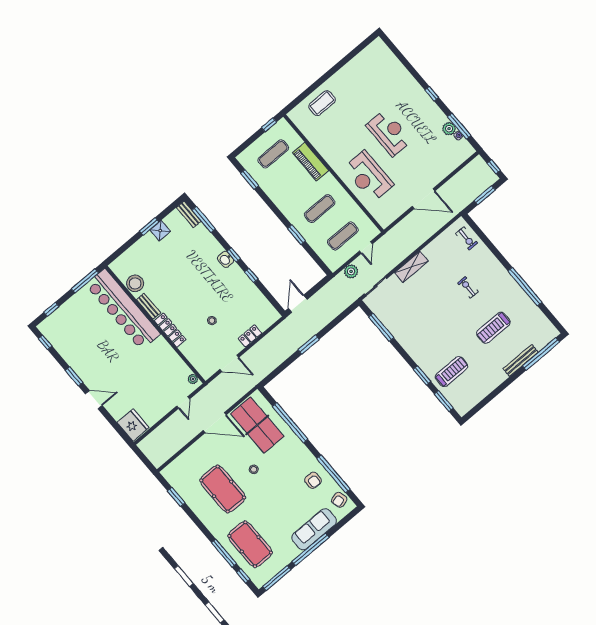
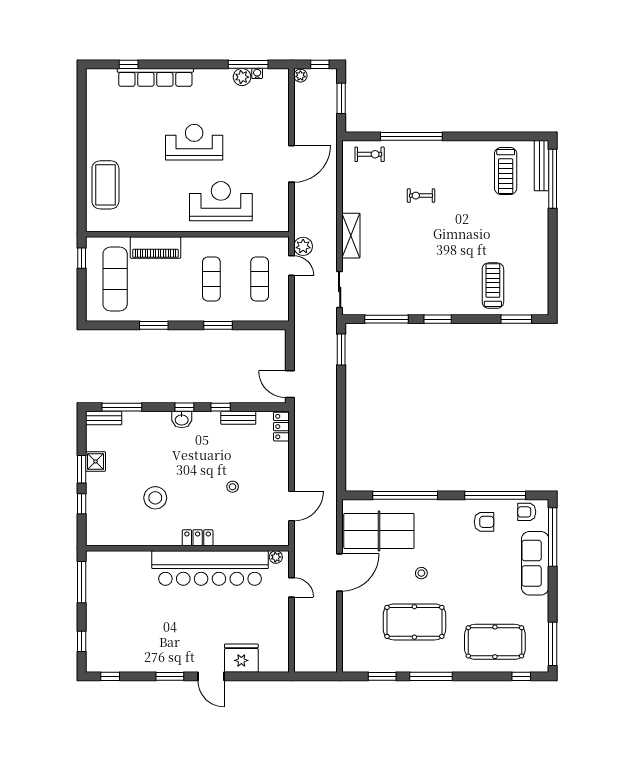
row of seats: (407, 80) -> (155, 77), added
window: (432, 94) -> (129, 64), moved
coffee table: (322, 103) -> (105, 185), width x1.36, depth x1.32
exercise mat: (273, 154) -> (115, 279), width x1.36, depth x1.45
plant: (478, 161) -> (300, 76), added
reception desk: (368, 176) -> (221, 201), turned 180
window: (250, 179) -> (154, 325), moved
window: (130, 243) -> (82, 504), added
plant: (351, 271) -> (303, 246), moved
stool: (135, 283) -> (155, 498), moved
window: (525, 287) -> (411, 136), moved
bench: (149, 306) -> (238, 418), moved
bar counter: (123, 309) -> (210, 568), moved
treadmill: (493, 328) -> (506, 171), moved
locker: (170, 330) -> (198, 538), width x0.66
locker: (250, 336) -> (281, 427), moved
window: (309, 345) -> (341, 350), moved
bench: (521, 360) -> (542, 166), moved
window: (422, 375) -> (438, 319), moved
door: (94, 400) -> (211, 676), swing flipped
fridge: (133, 425) -> (241, 658), moved
armchair: (339, 500) -> (527, 512), turned 105
window: (310, 549) -> (553, 537), moved
window: (224, 553) -> (431, 676), moved

